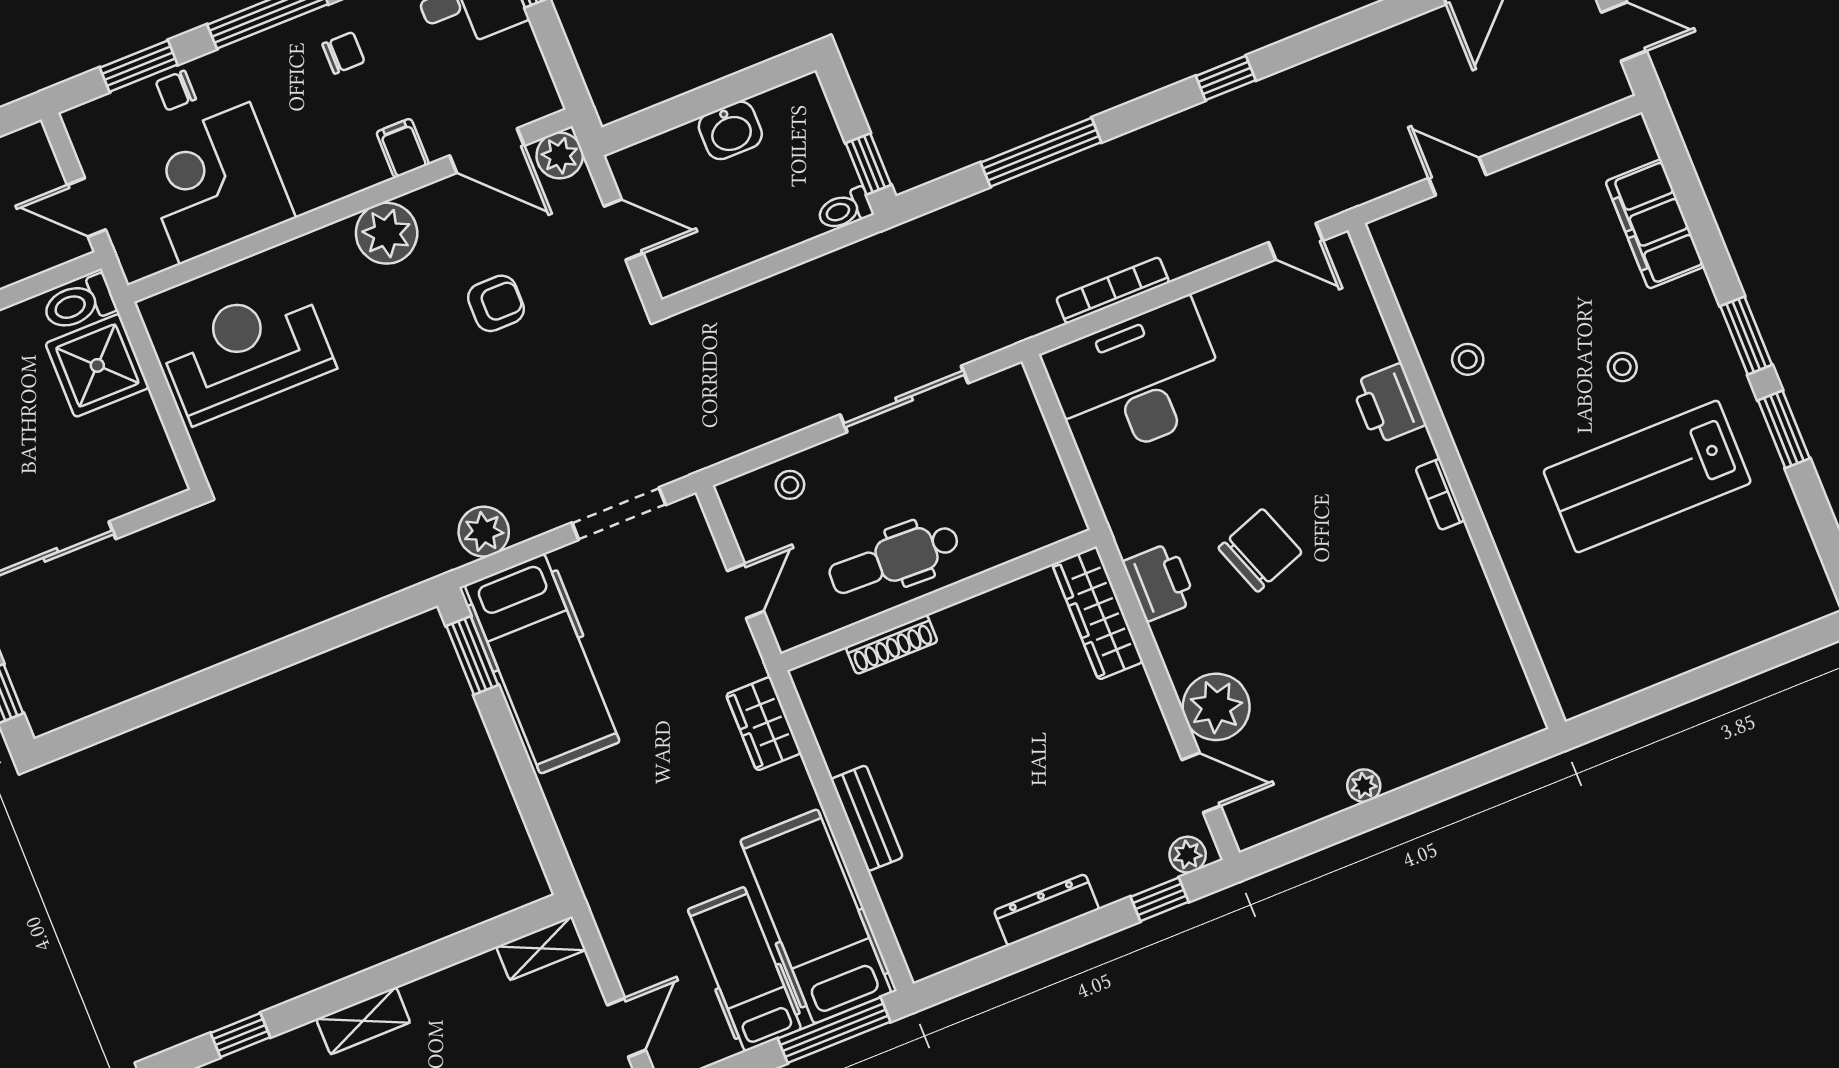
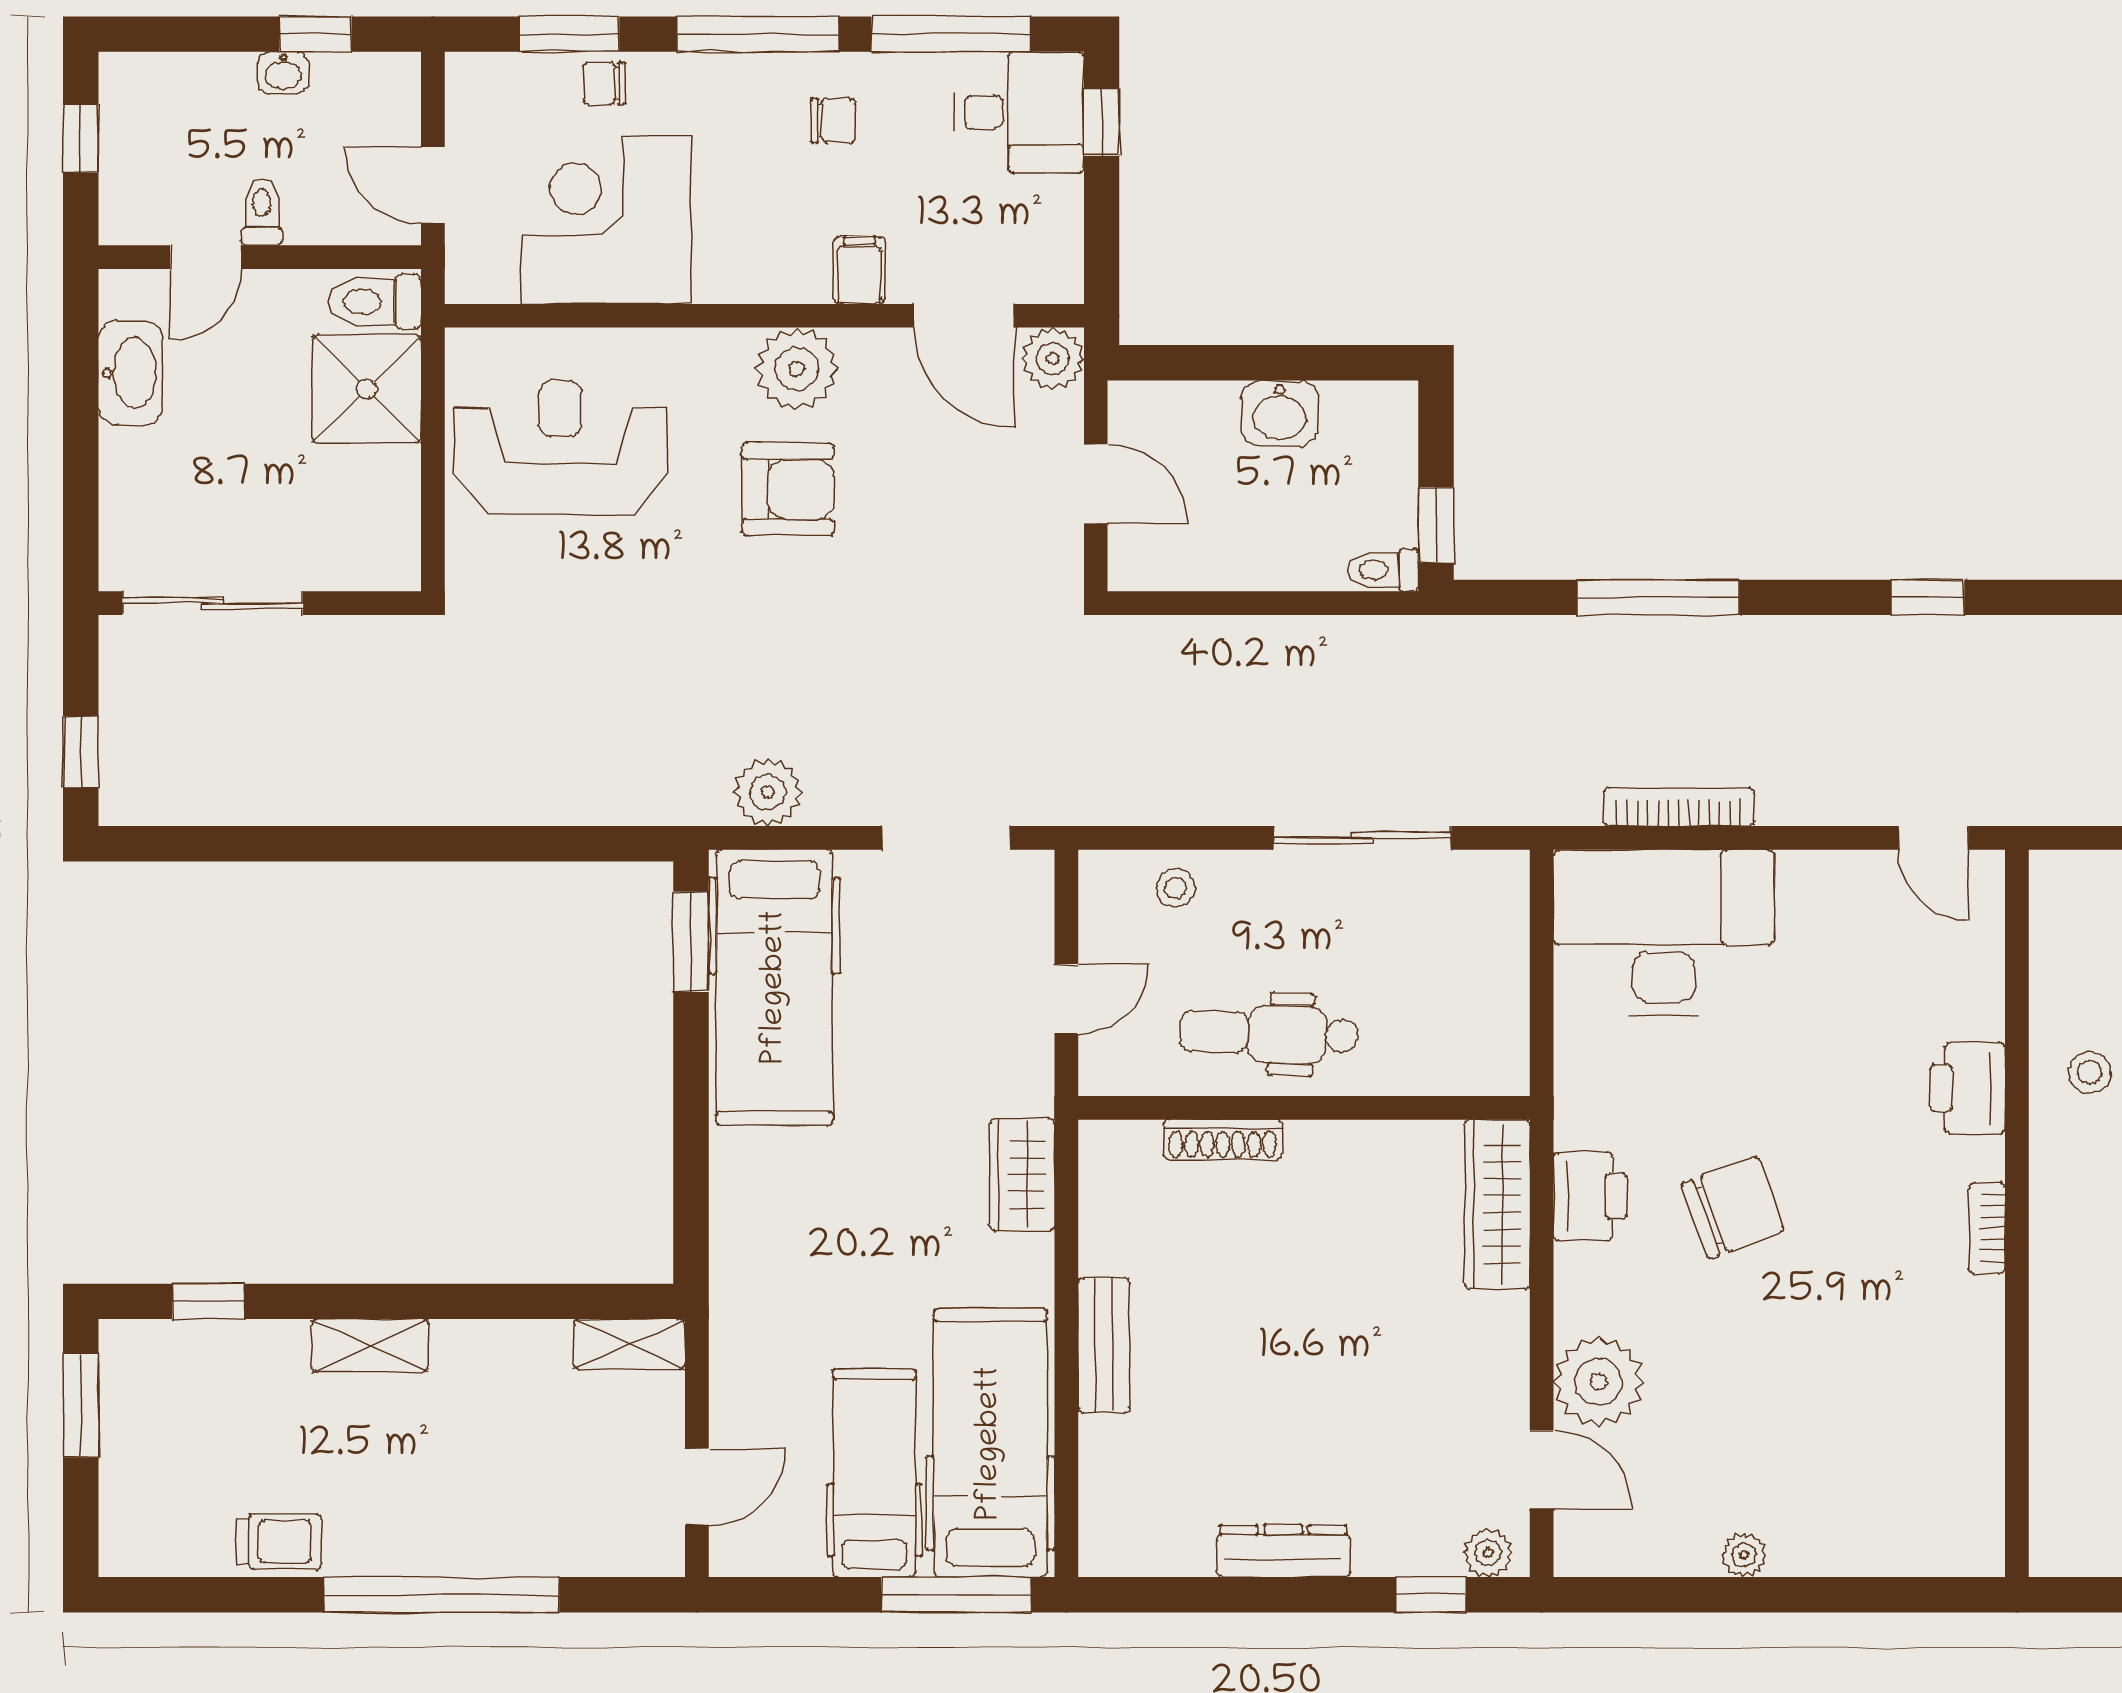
armchair: (496, 303) -> (788, 489), moved, width x1.38, depth x1.38

